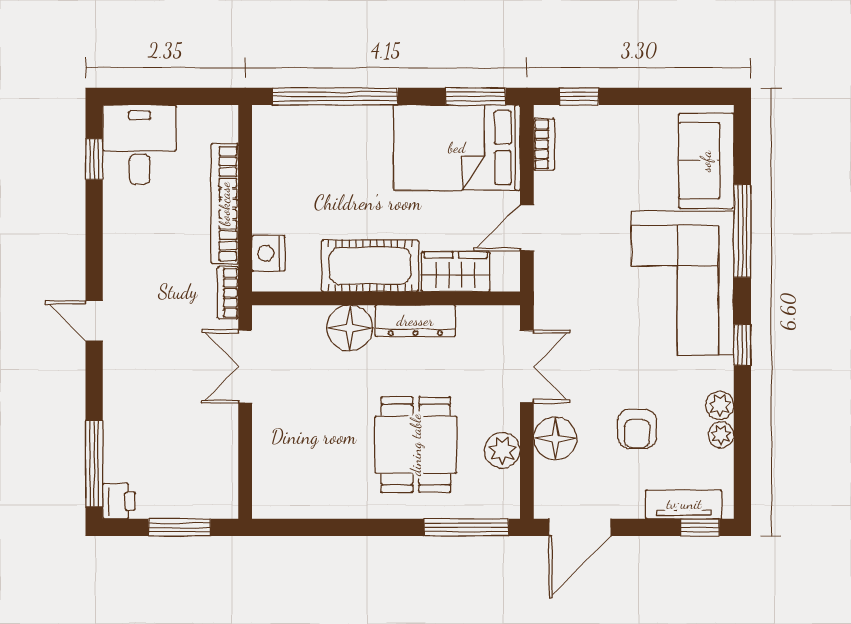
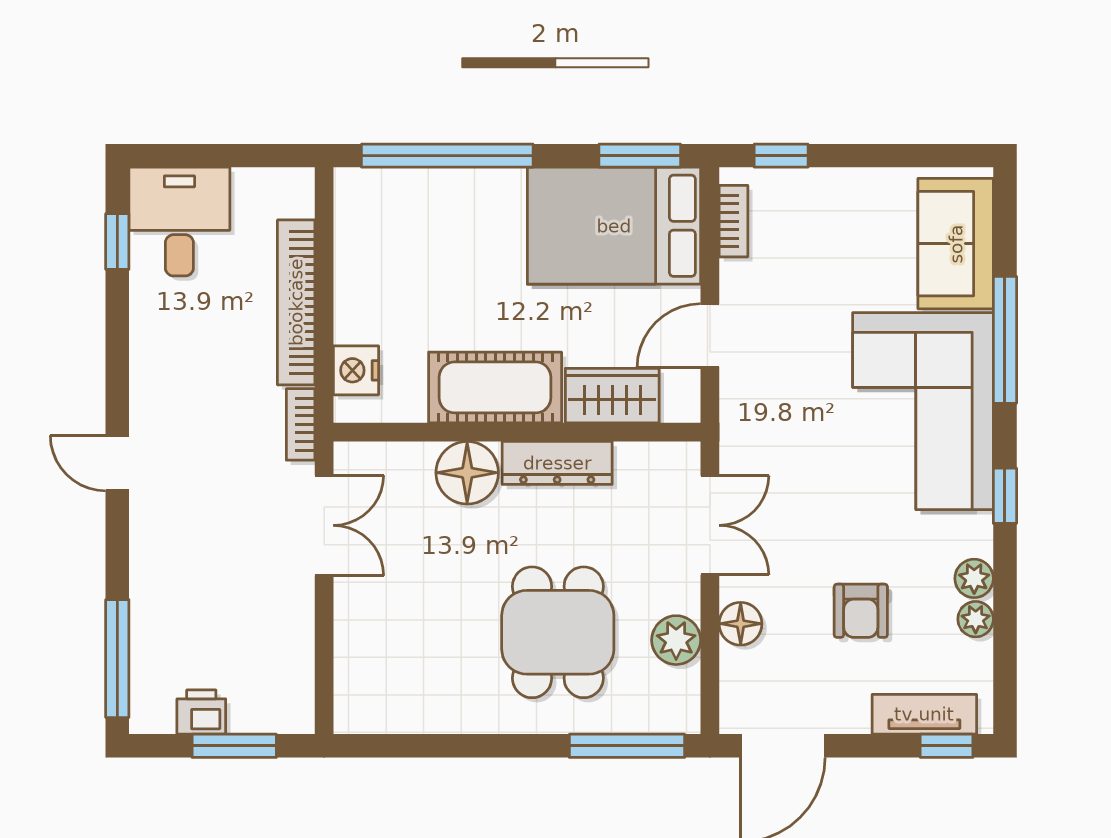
double door: (245, 367) -> (324, 525), swing flipped
floor lamp: (555, 438) -> (741, 624), width x0.73, depth x0.73
printer: (119, 501) -> (201, 712), moved, turned -90

